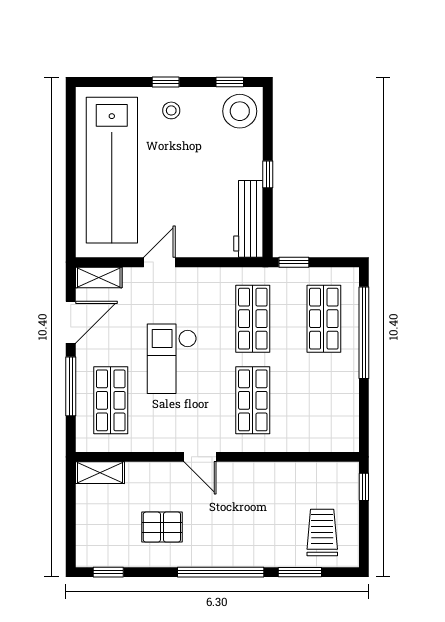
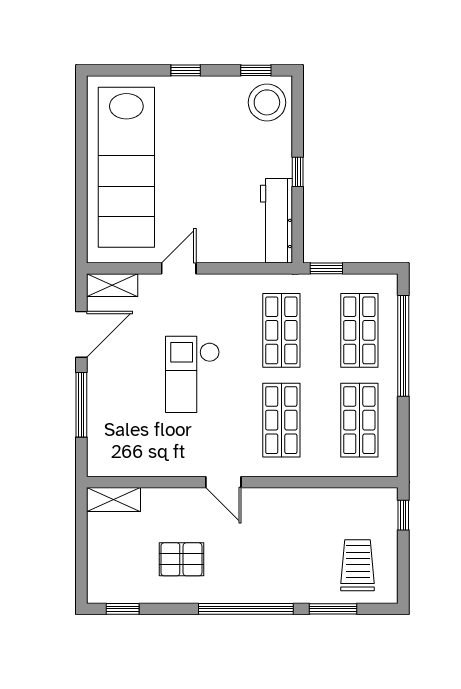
stool: (171, 110) -> (192, 102), removed
shop shelf: (111, 400) -> (359, 420), moved

